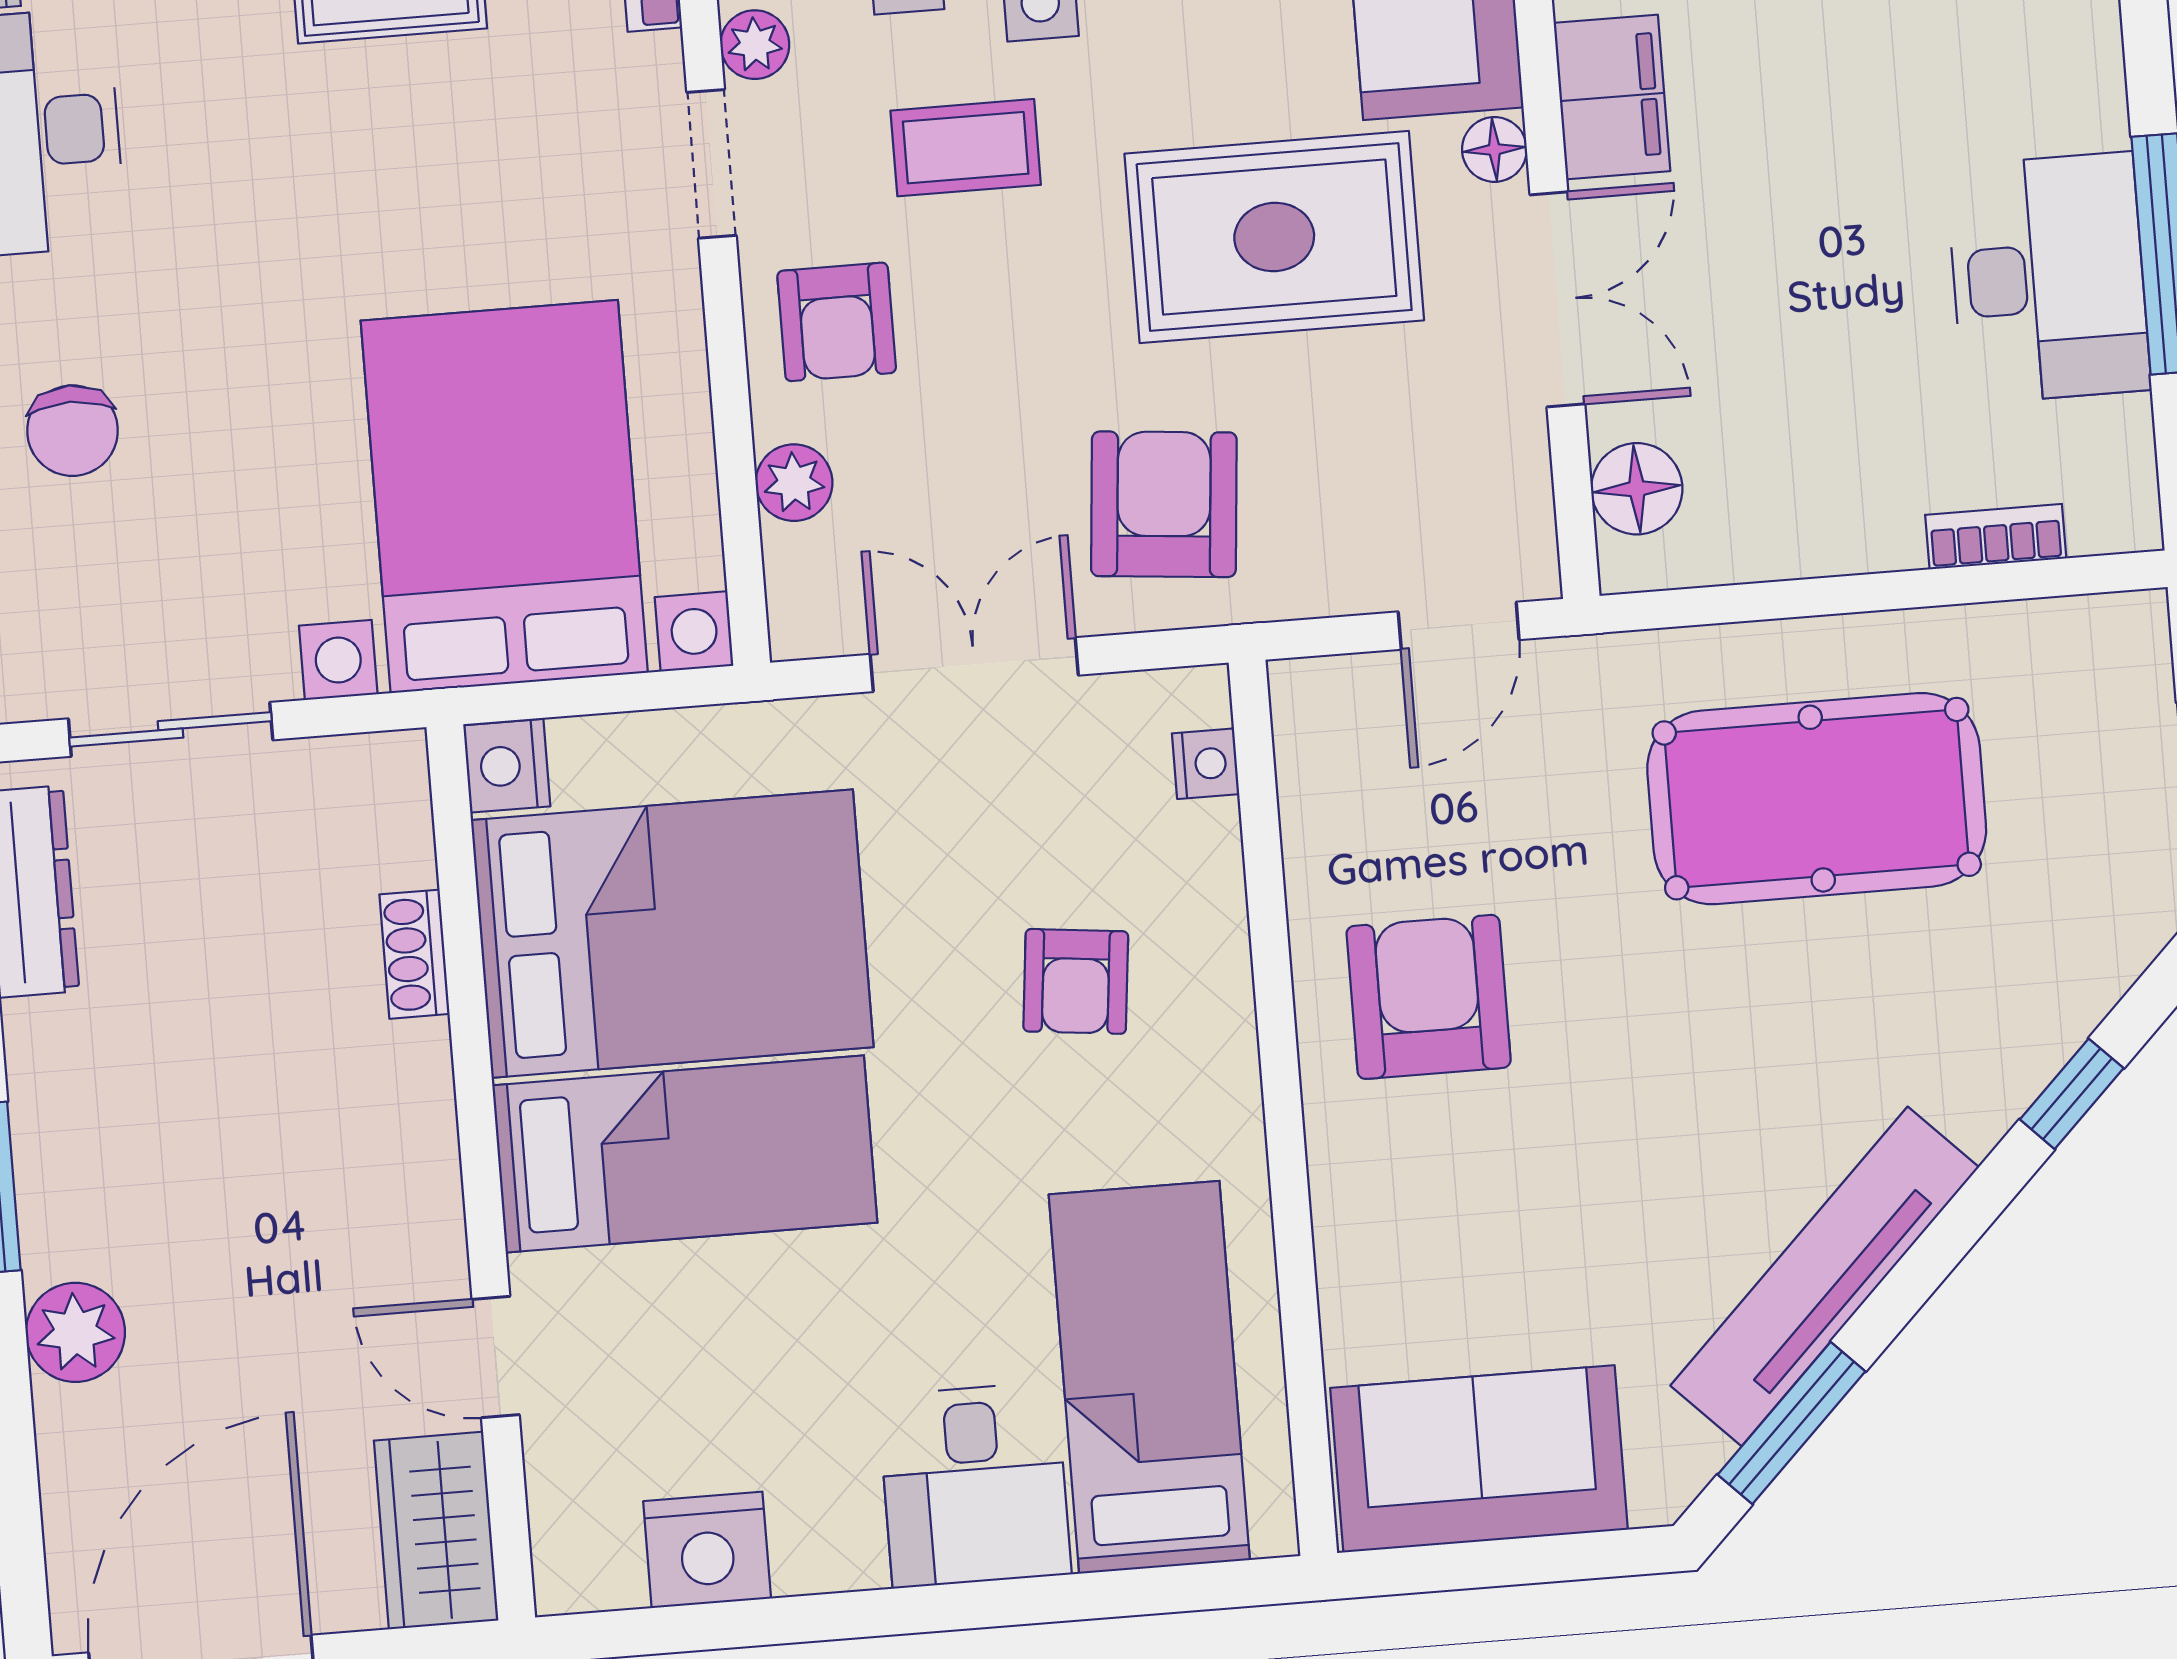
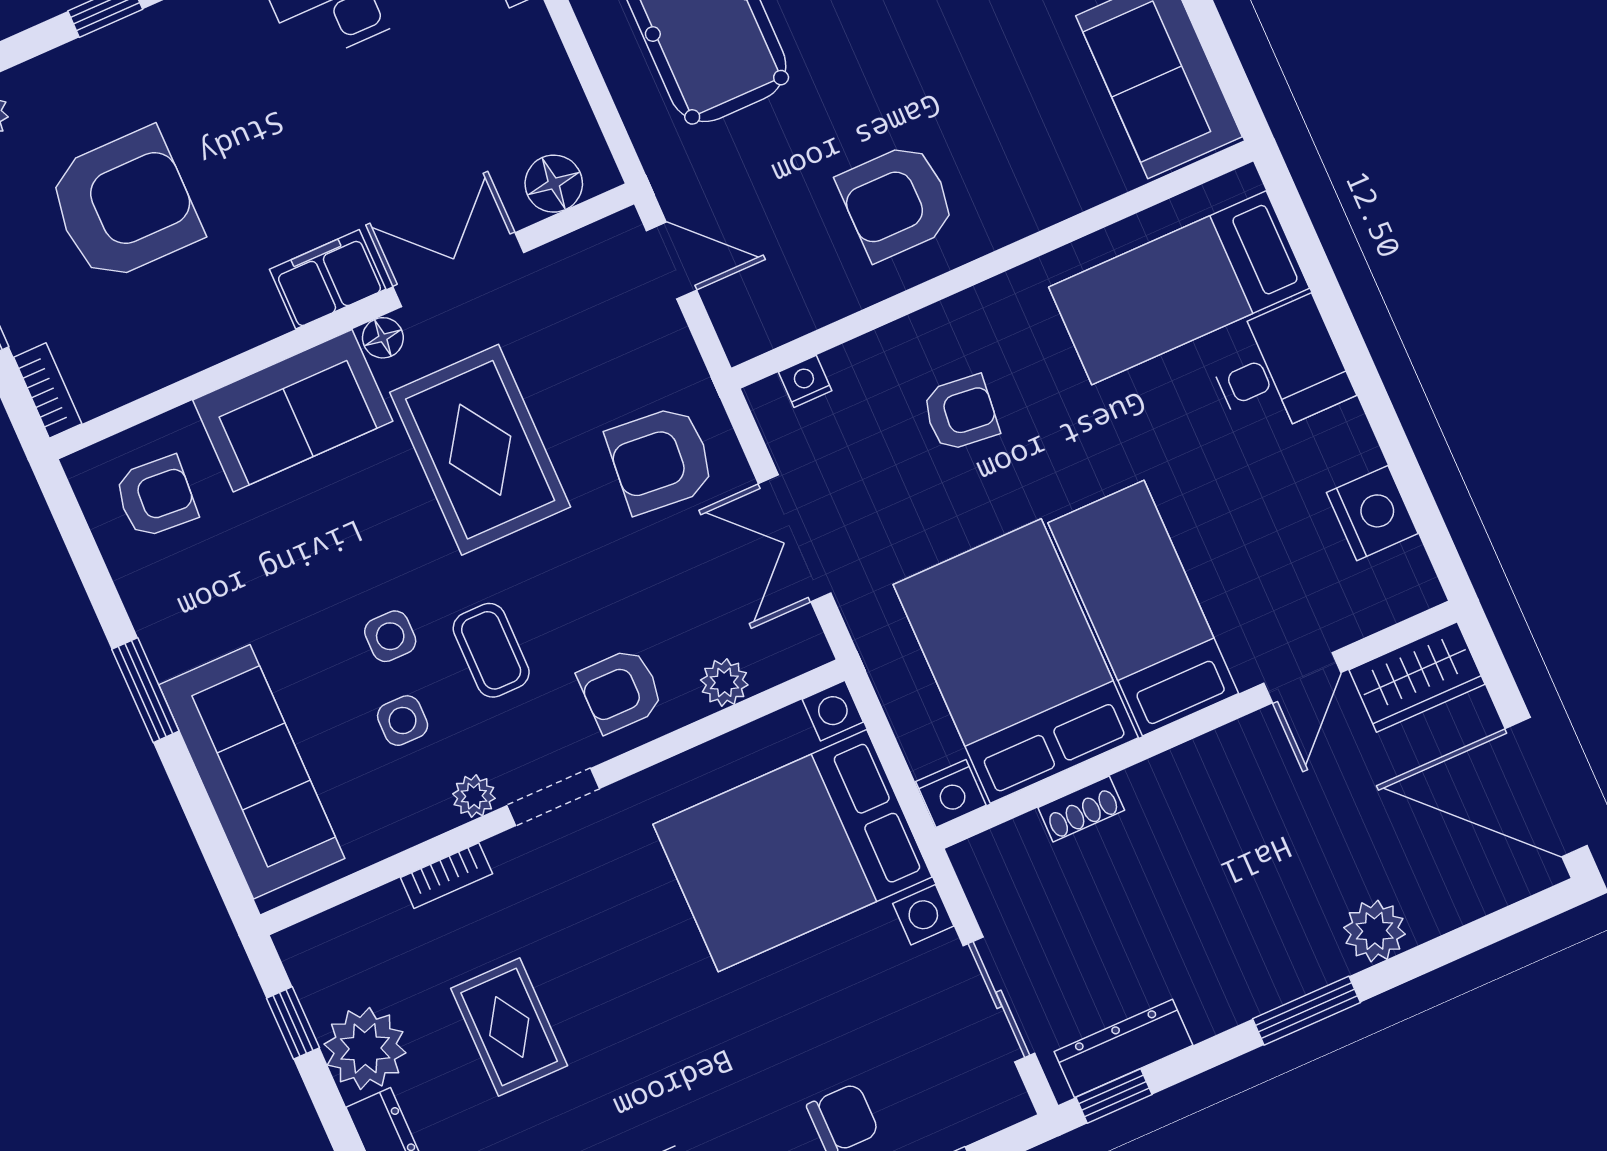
armchair: (837, 322) -> (621, 690), turned 180

